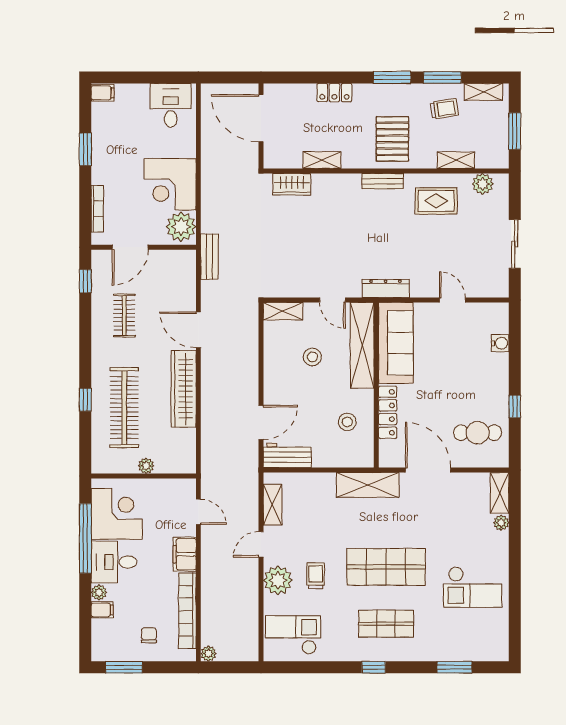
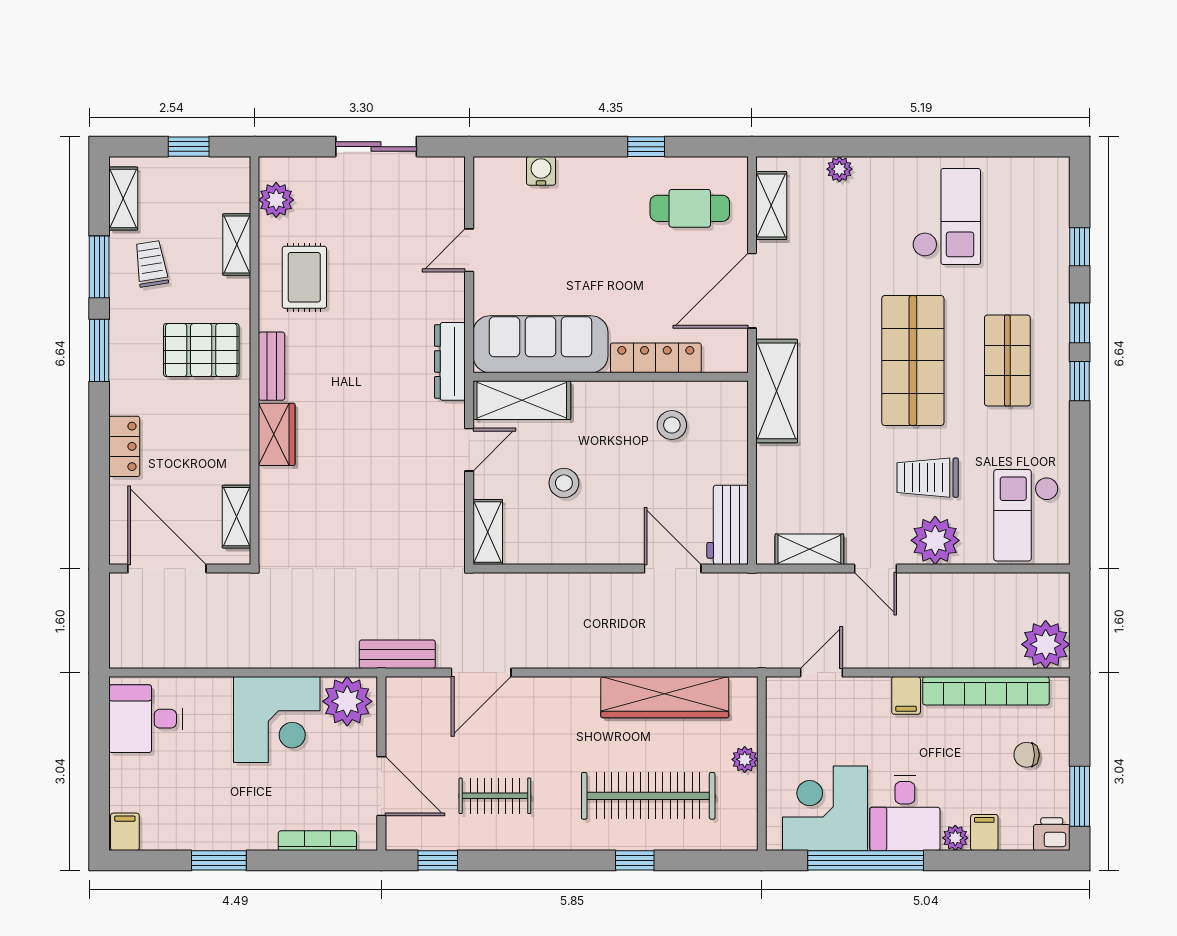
door: (261, 118) -> (167, 569), swing flipped
window: (515, 131) -> (189, 147), width x0.67
shelving: (322, 160) -> (237, 517), moved
wardrobe: (292, 184) -> (277, 434), moved
door: (198, 330) -> (481, 673), moved
shelving: (362, 345) -> (522, 400), width x0.68
wardrobe: (184, 389) -> (665, 697), moved
cafe table: (478, 433) -> (690, 208), turned 90
shelving: (500, 493) -> (771, 206), moved, turned 90
filing cabinet: (185, 554) -> (906, 695), width x0.50
trolley: (316, 576) -> (928, 478), width x1.36, depth x1.39
printer: (101, 650) -> (1052, 834), added
plant: (208, 654) -> (1046, 644), width x1.88, depth x1.88
window: (409, 667) -> (1080, 323), added
window: (455, 667) -> (1080, 247), width x0.67

